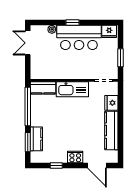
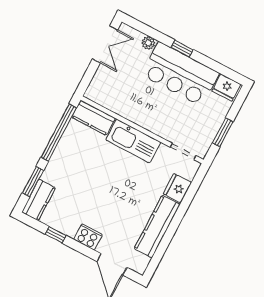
double door: (28, 43) -> (105, 44), swing flipped
kitchen counter: (36, 139) -> (39, 200), moved

